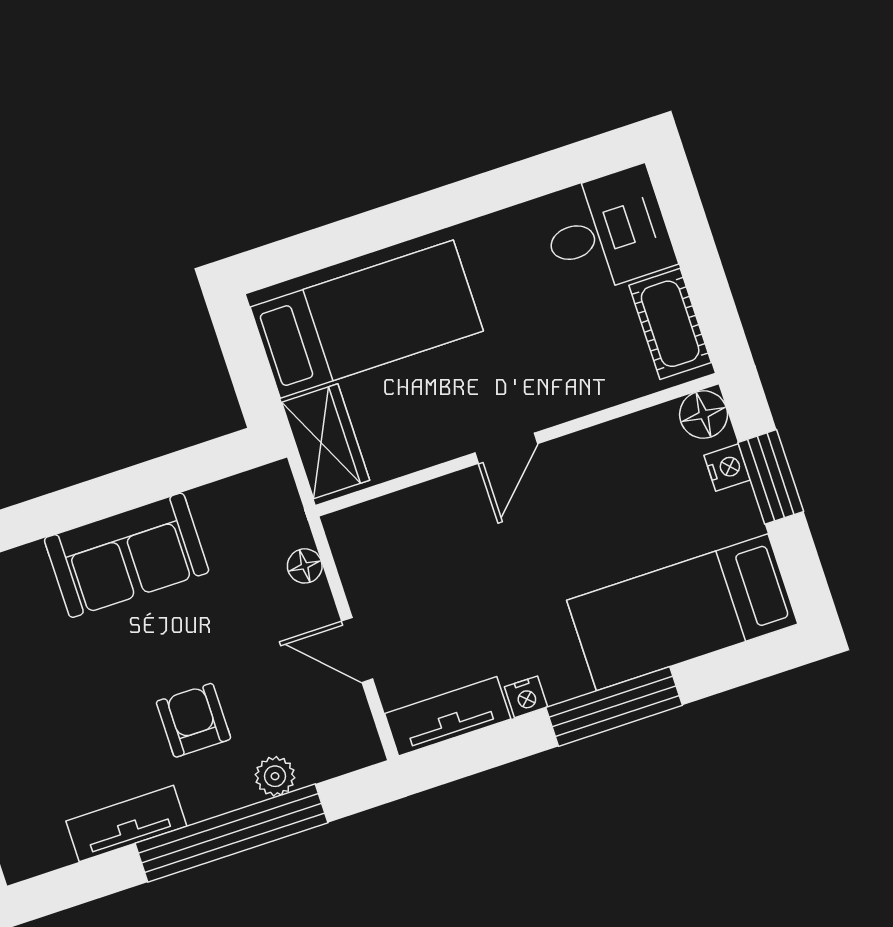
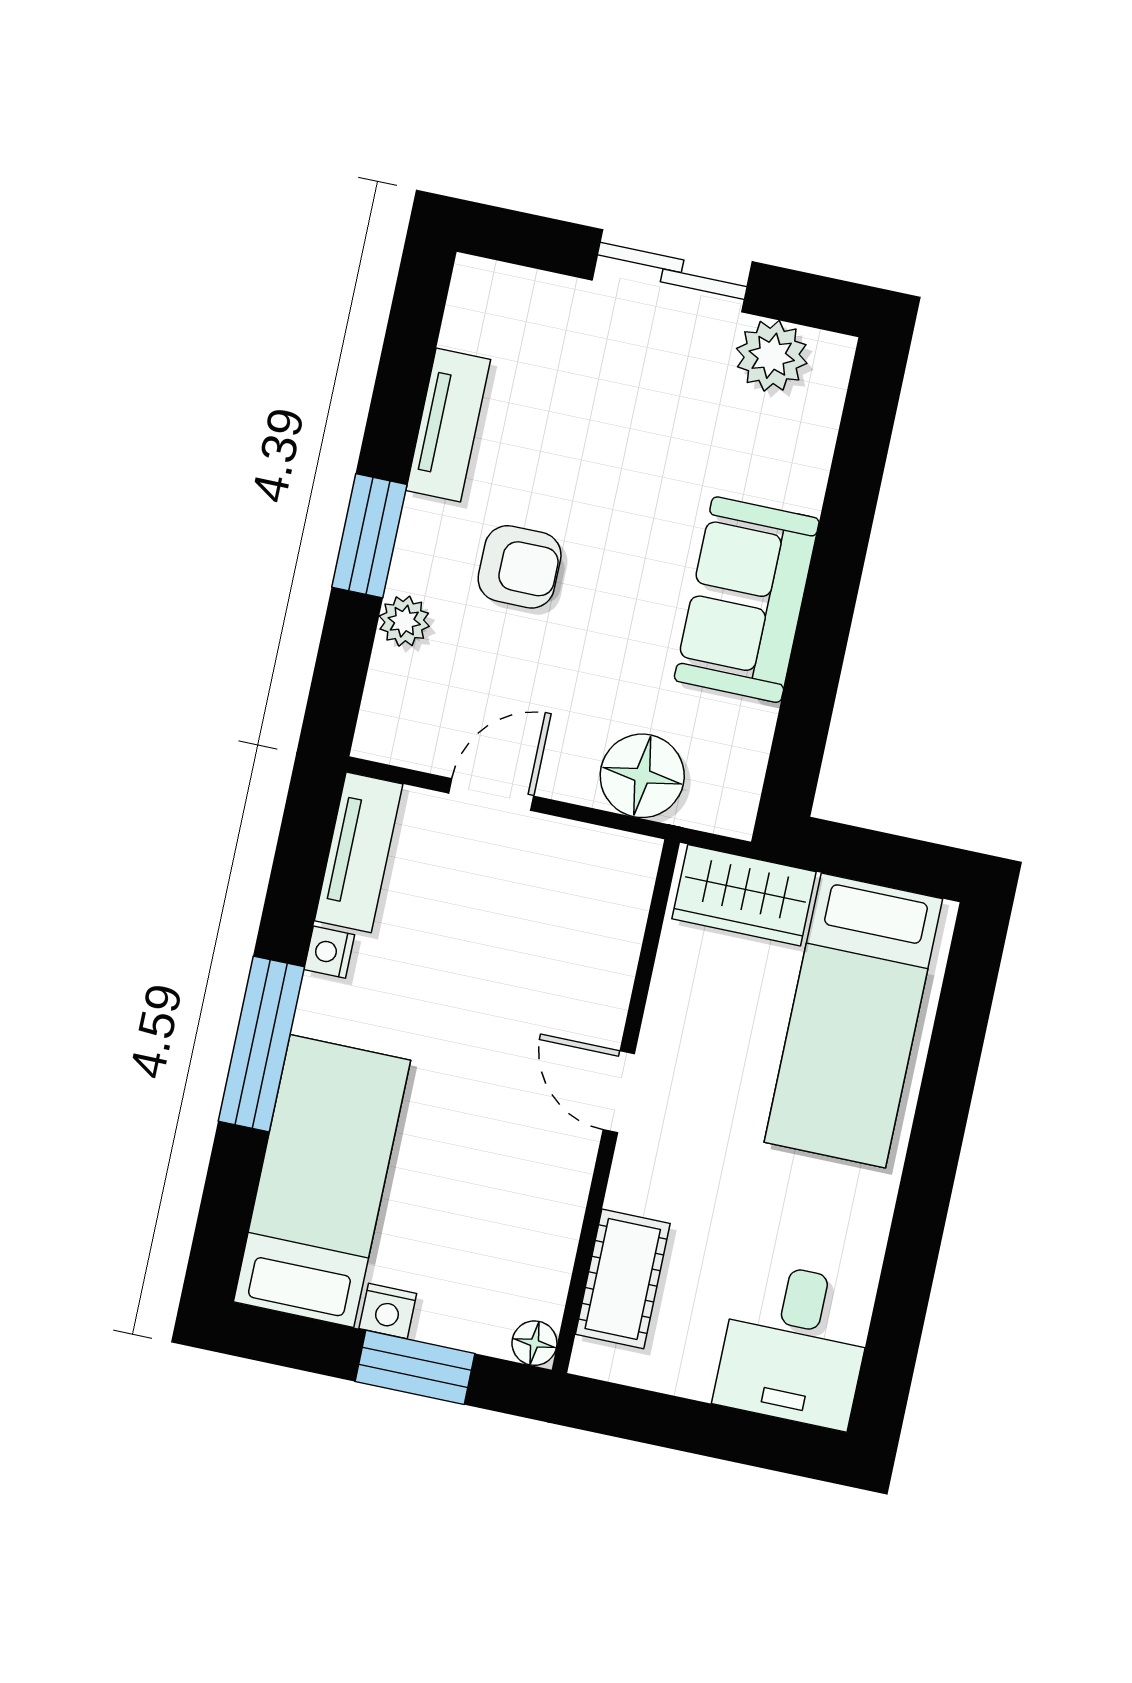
cot: (670, 324) -> (623, 1279), moved, turned 90
floor lamp: (704, 415) -> (534, 1343), width x0.73, depth x0.73
nightstand: (727, 468) -> (388, 1311), moved
floor lamp: (305, 566) -> (642, 776), width x1.89, depth x1.89
window: (231, 833) -> (369, 536), width x0.47

